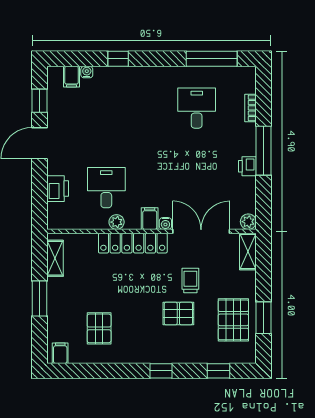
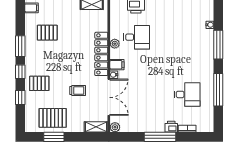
window: (118, 59) -> (218, 45), width x2.17
window: (212, 59) -> (218, 90), moved
filing cabinet: (72, 77) -> (207, 15), removed
printer: (247, 166) -> (171, 127), moved
pallet: (178, 314) -> (39, 83), moved, turned 90
window: (120, 371) -> (20, 46), added
window: (218, 371) -> (20, 98), moved

